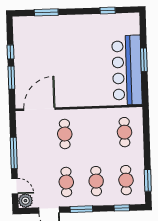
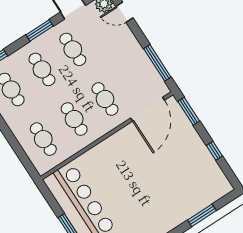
window: (11, 78) -> (189, 111), moved
cafe table: (95, 133) -> (74, 119), added
window: (14, 153) -> (157, 63), moved

